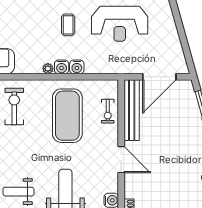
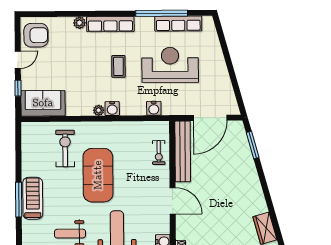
reception desk: (120, 24) -> (170, 65), turned 180
water cooler: (77, 67) -> (154, 108), moved
exercise mat: (67, 116) -> (98, 175), moved

